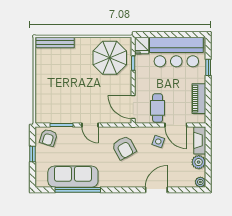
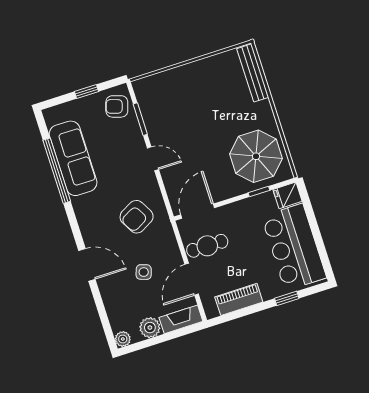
door: (90, 125) -> (153, 159), swing flipped
side table: (158, 142) -> (144, 272), moved
door: (156, 190) -> (87, 265), moved

